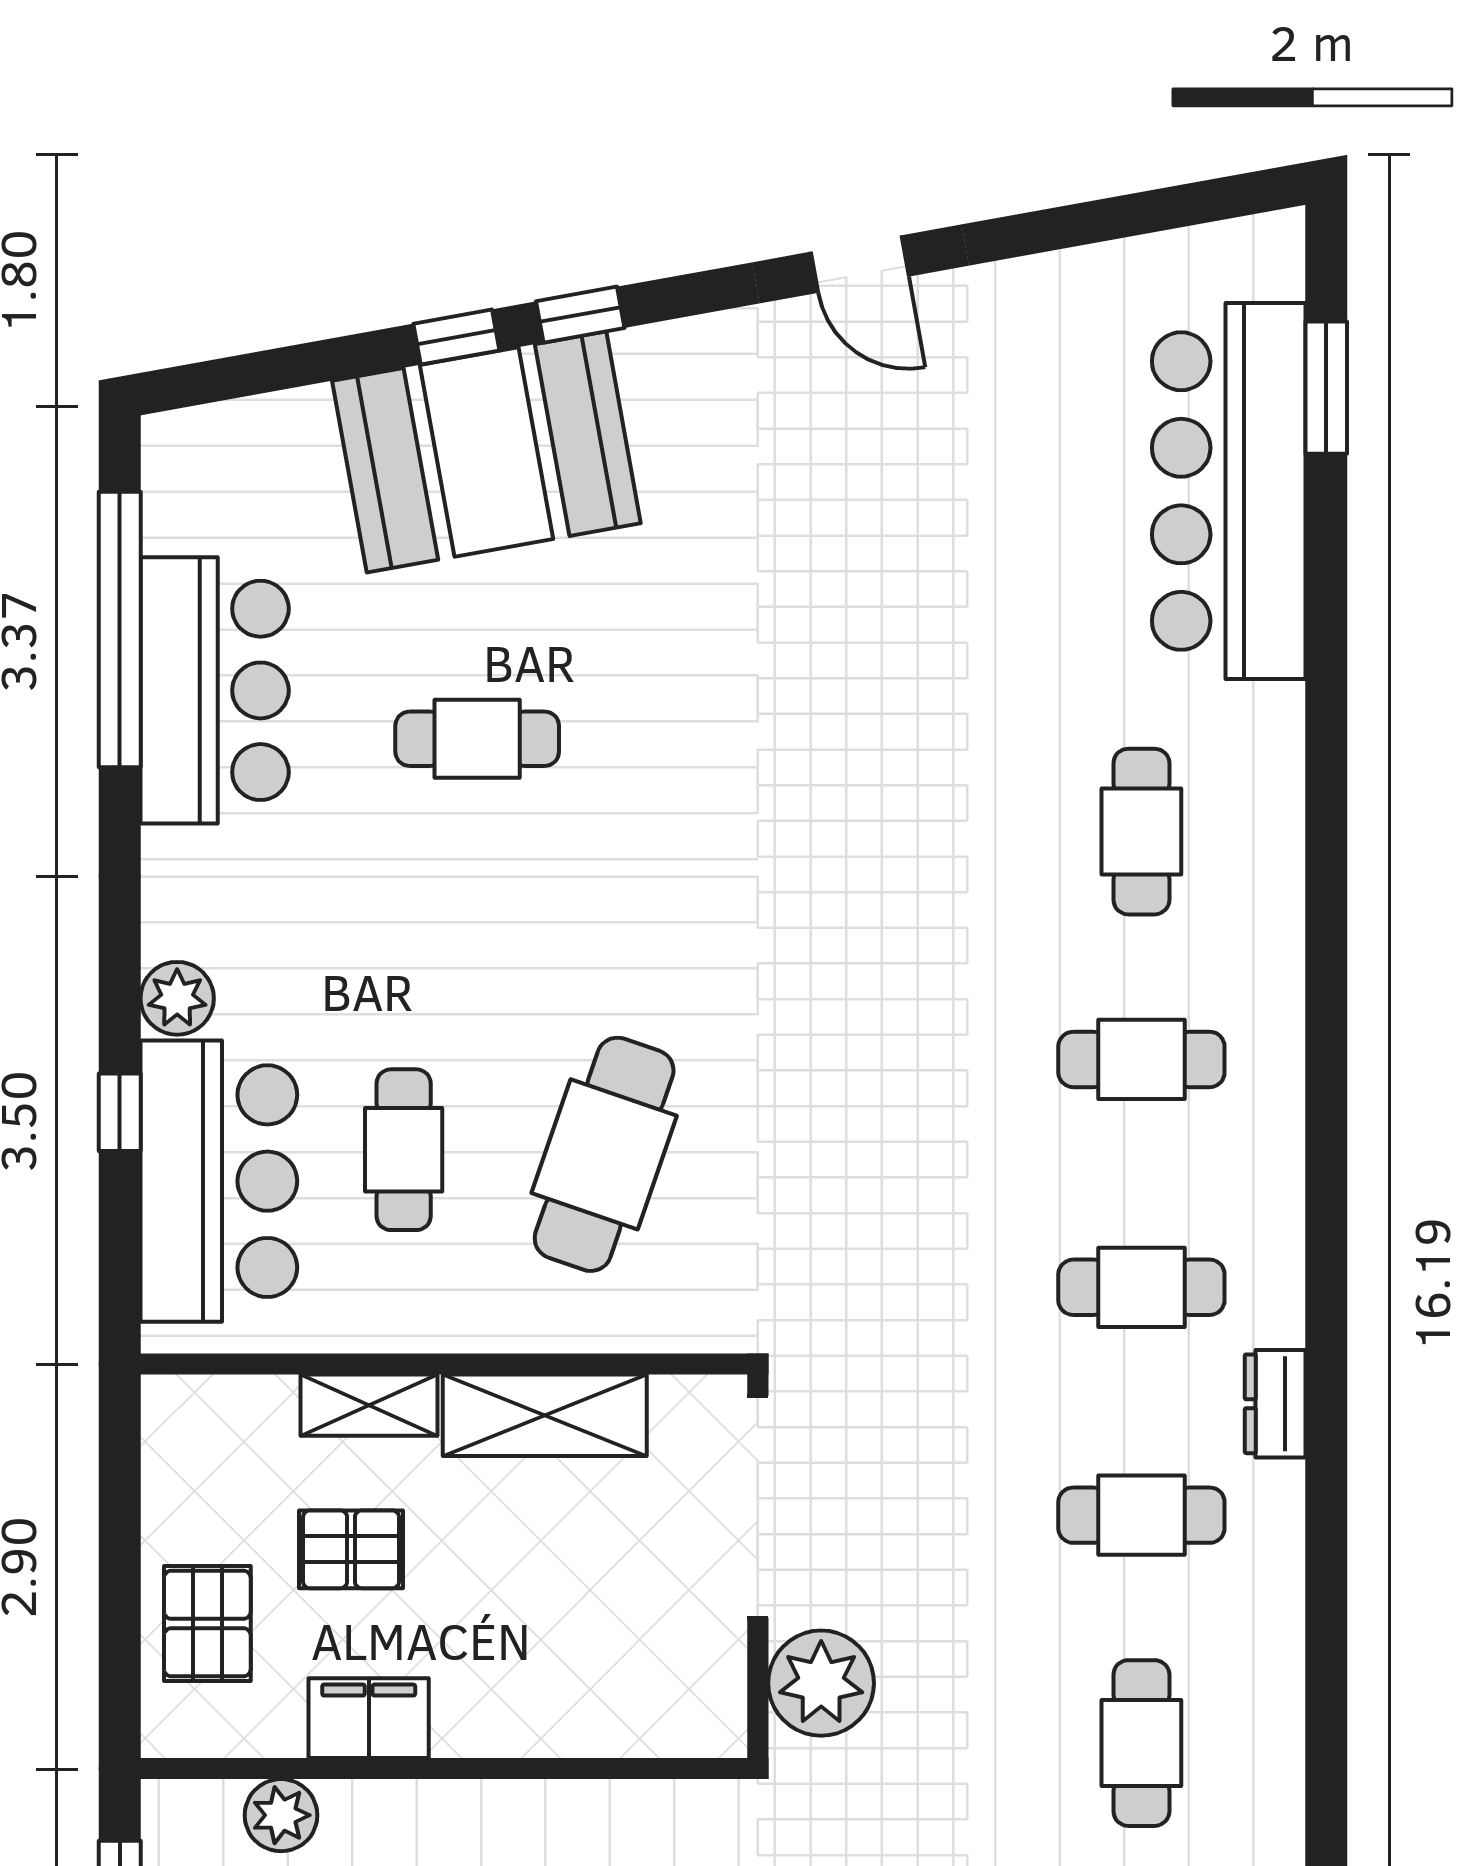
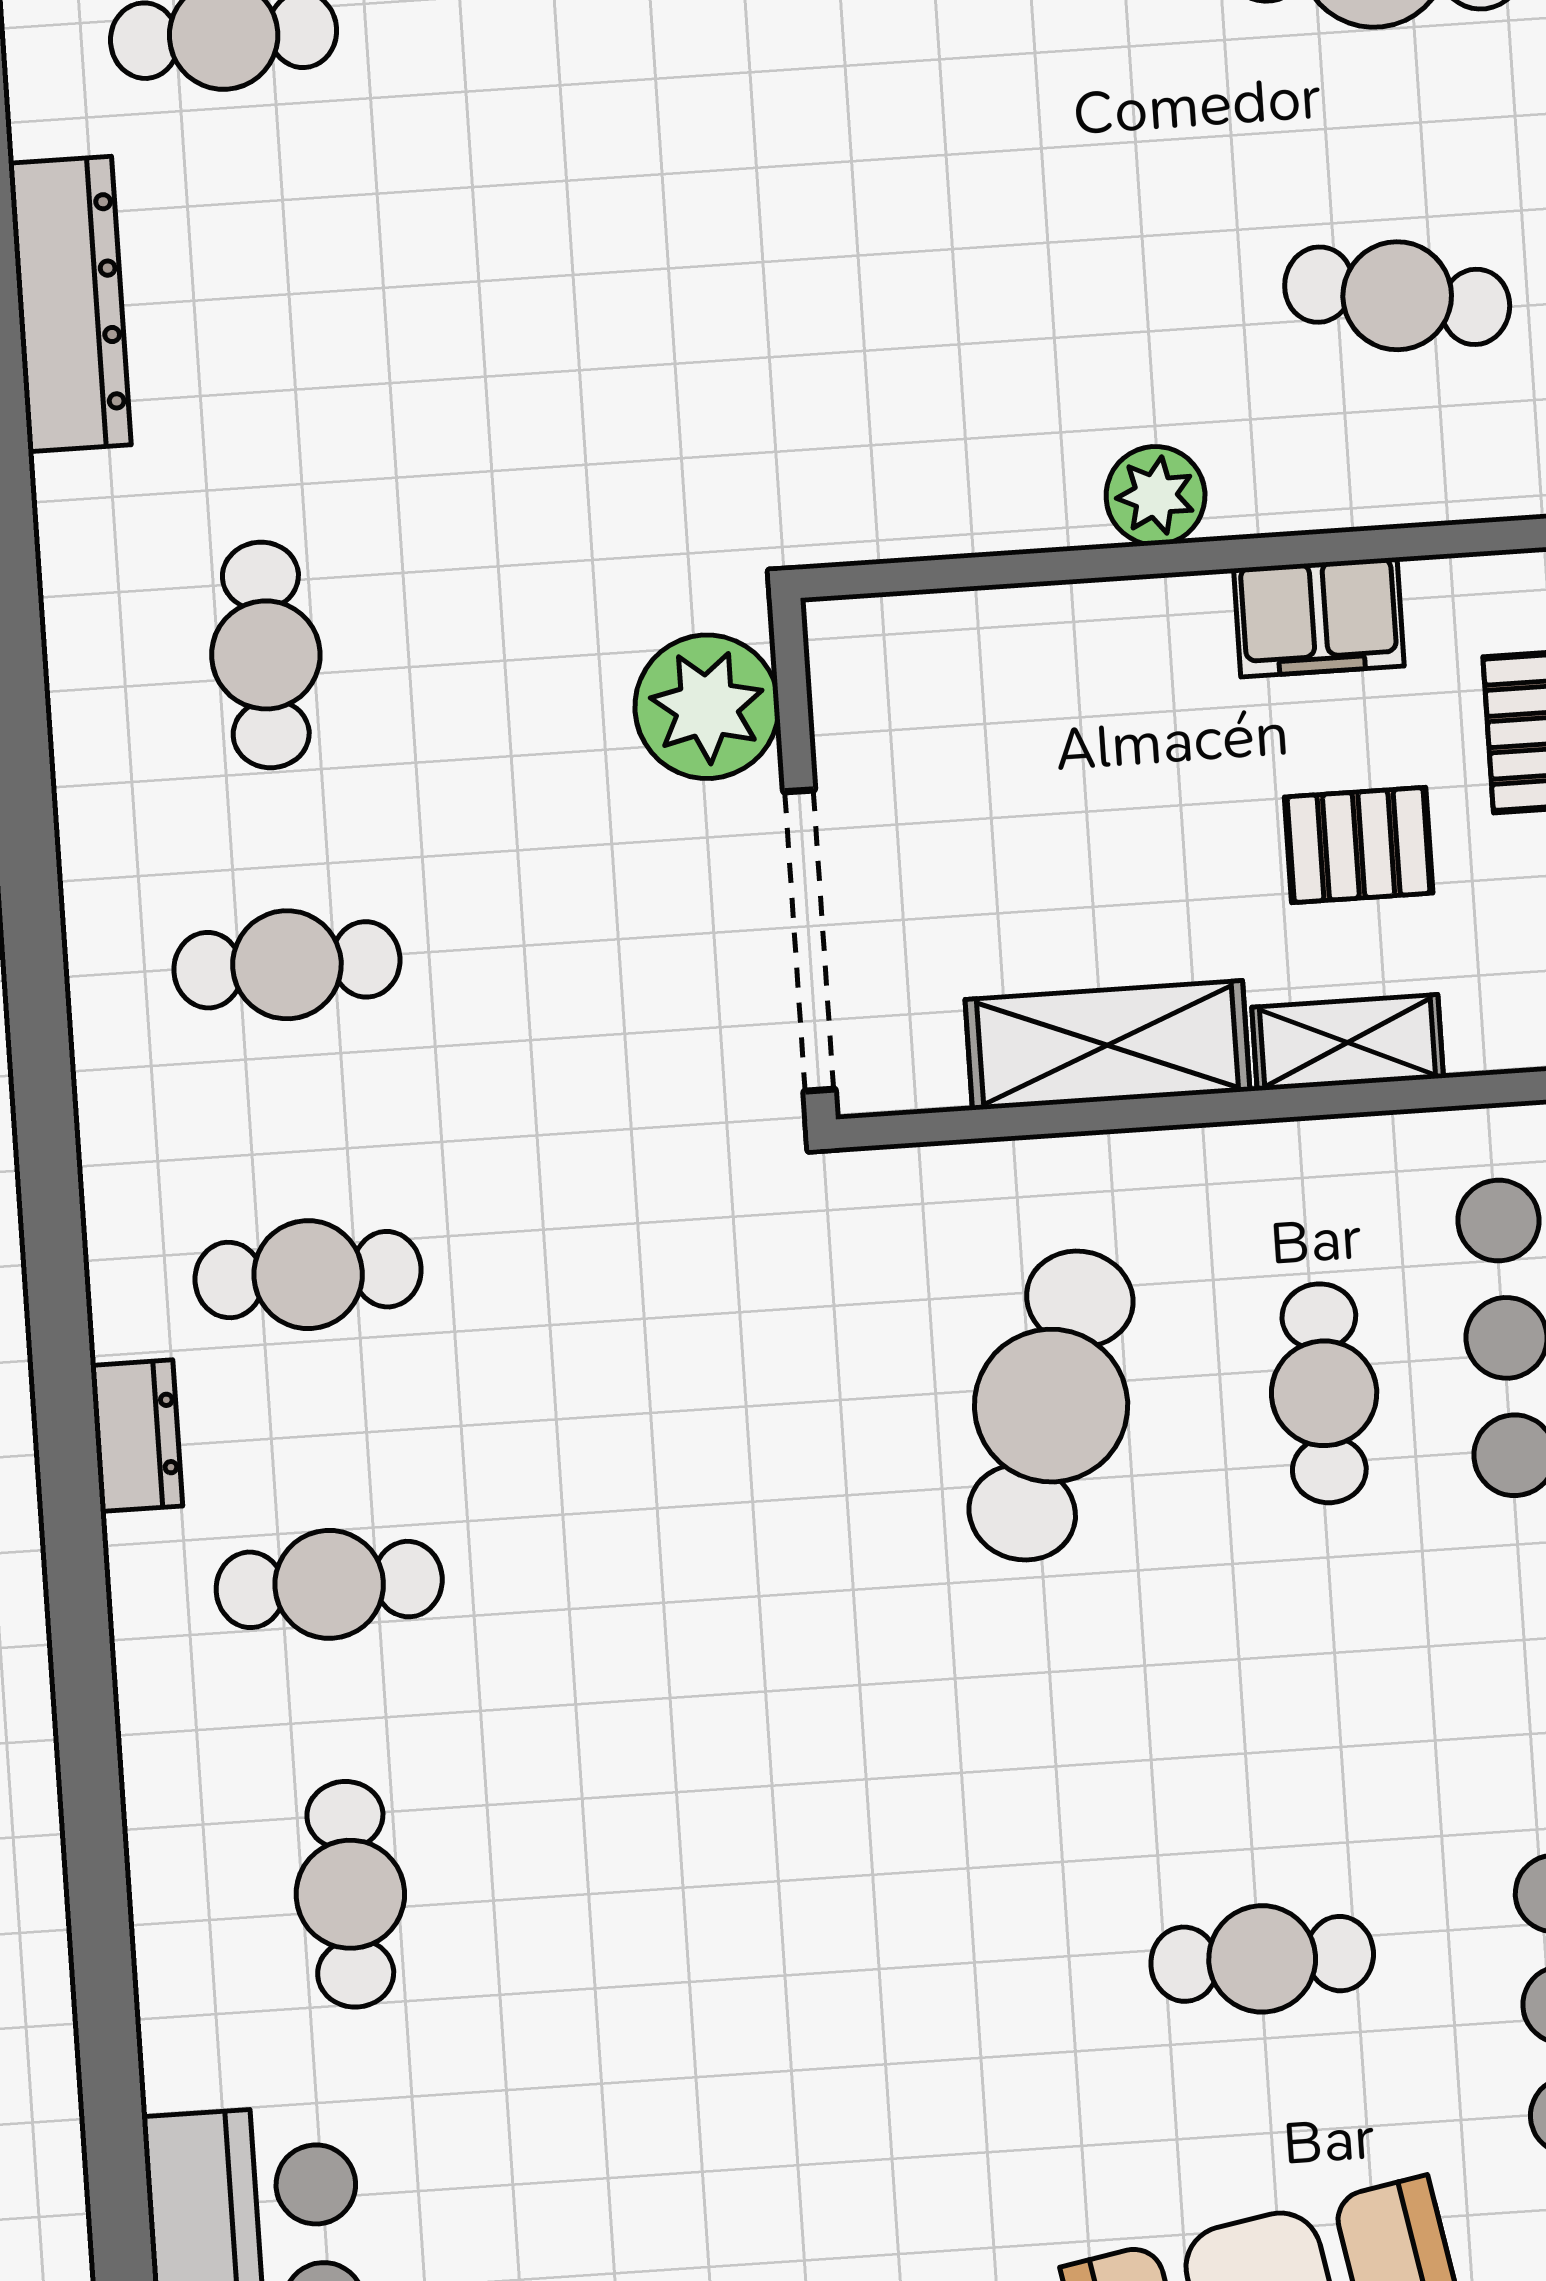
dresser: (1275, 1404) -> (137, 1436), moved
plant: (281, 1815) -> (1156, 496), moved

